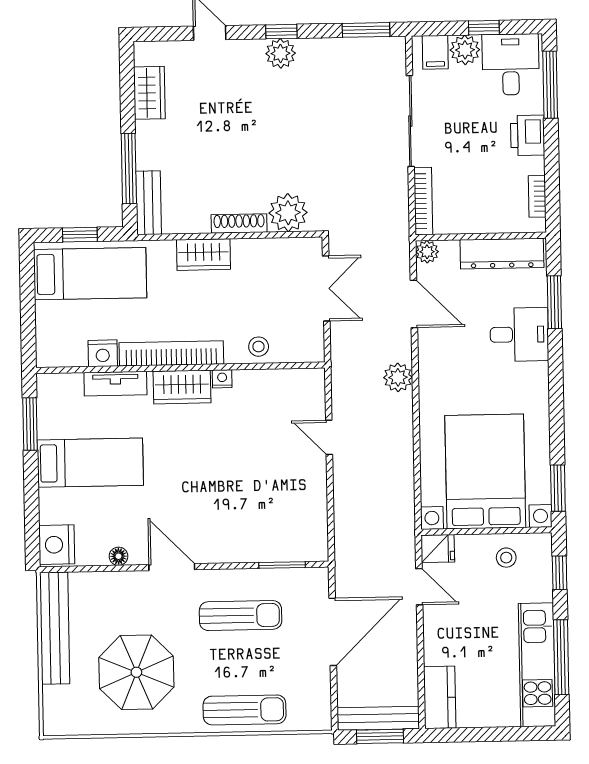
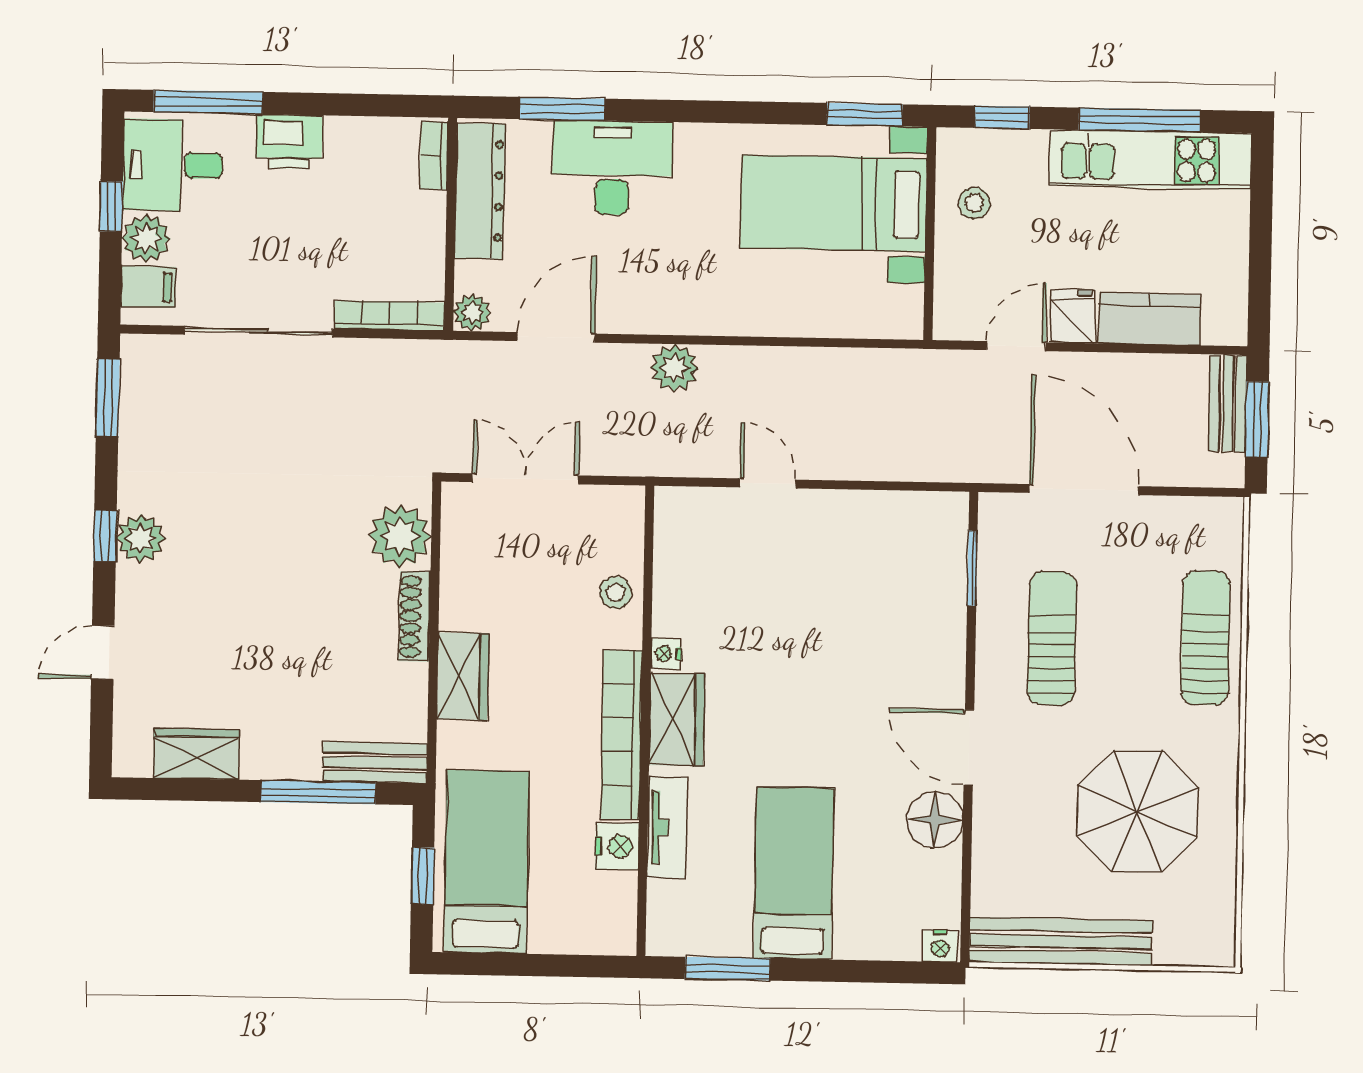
bookcase: (537, 196) -> (434, 156), moved, turned 90
desk: (519, 334) -> (612, 168), width x1.37
door: (329, 437) -> (768, 483), swing flipped
bed with nightstands: (485, 471) -> (833, 203), width x0.73
nightstand: (57, 545) -> (940, 946), width x0.53, depth x0.56
fridge: (438, 549) -> (1073, 316), moved
floor lamp: (119, 556) -> (935, 820), width x1.89, depth x1.89
door: (172, 567) -> (969, 747), hinge flipped
kitchen counter: (440, 697) -> (1149, 319), moved
bench: (378, 718) -> (1228, 403), width x0.73

